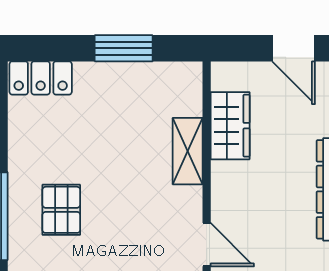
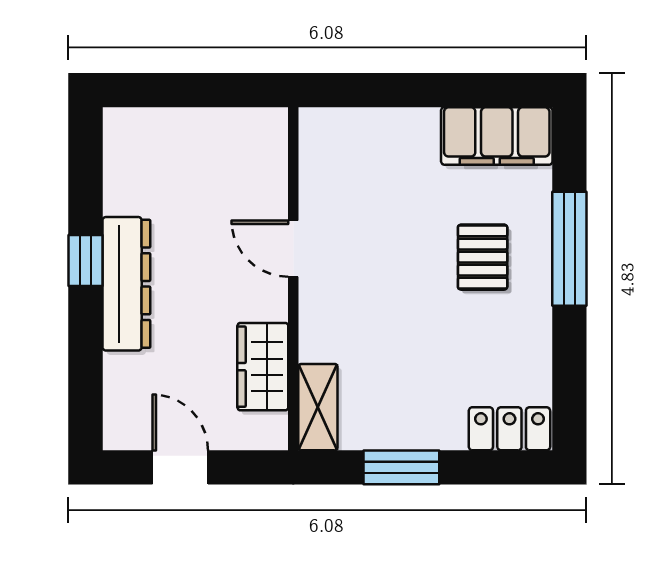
shelving: (188, 151) -> (318, 407), moved
door: (207, 245) -> (293, 249), moved

